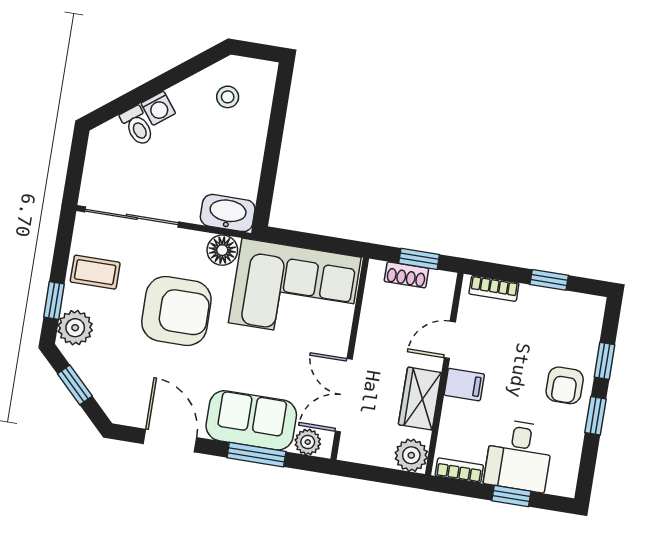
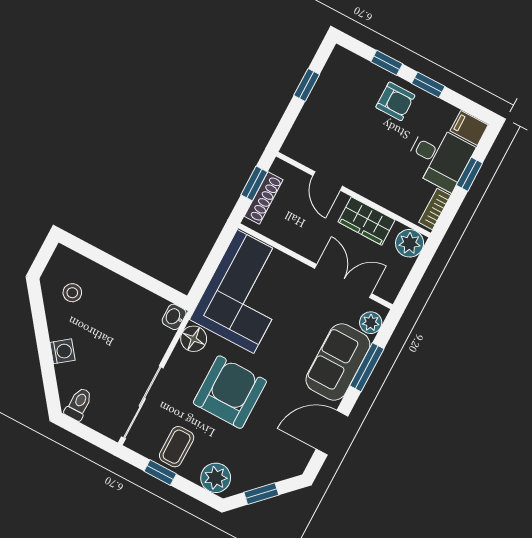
toilet: (137, 126) -> (79, 404), moved, turned -53
washbasin: (228, 213) -> (174, 317), width x0.52, depth x0.69
shoe rack: (406, 275) -> (264, 198), width x1.43
bookcase: (494, 288) -> (298, 132), removed
window: (54, 300) -> (160, 473), moved
filing cabinet: (464, 385) -> (469, 128), moved, turned -90
double door: (344, 395) -> (343, 281), swing flipped

